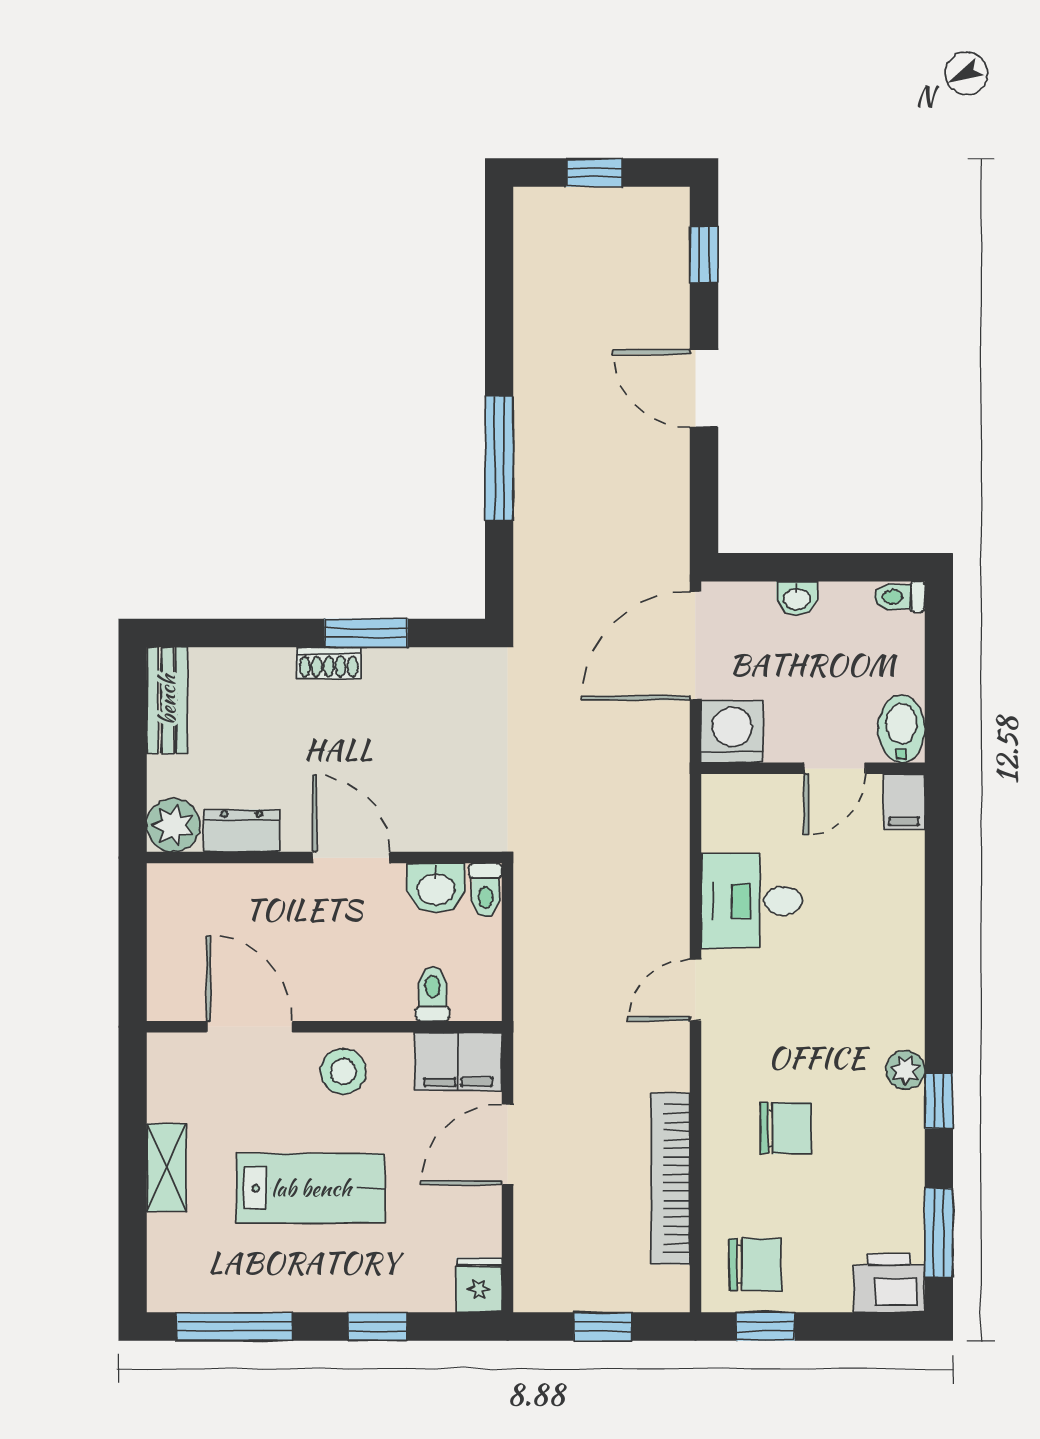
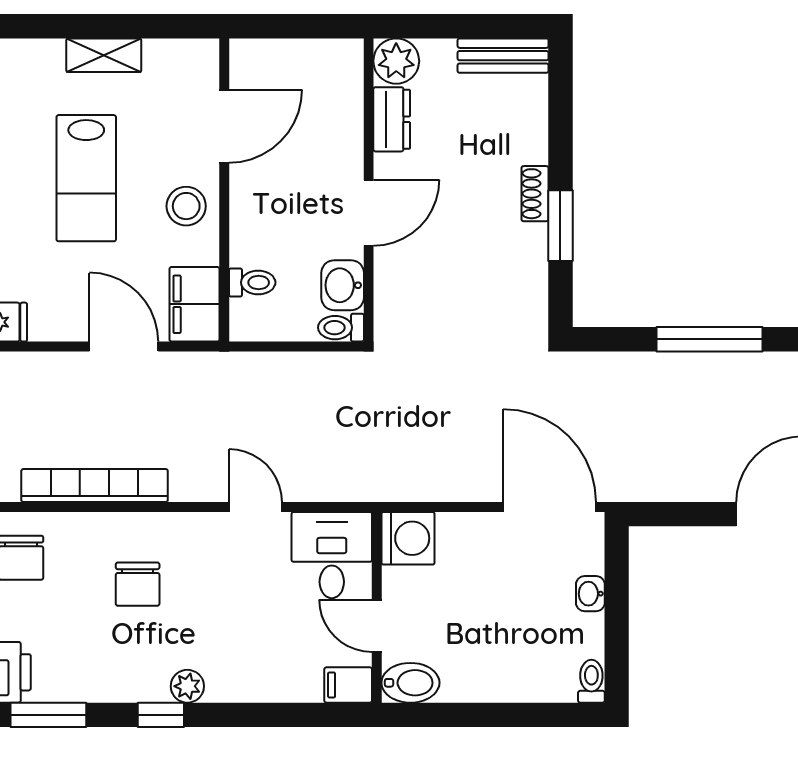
bidet: (901, 729) -> (410, 683), moved
washing machine: (732, 732) -> (408, 538), moved
wall: (813, 768) -> (377, 607), moved
door: (835, 768) -> (377, 626), moved
filing cabinet: (904, 802) -> (348, 685), moved

